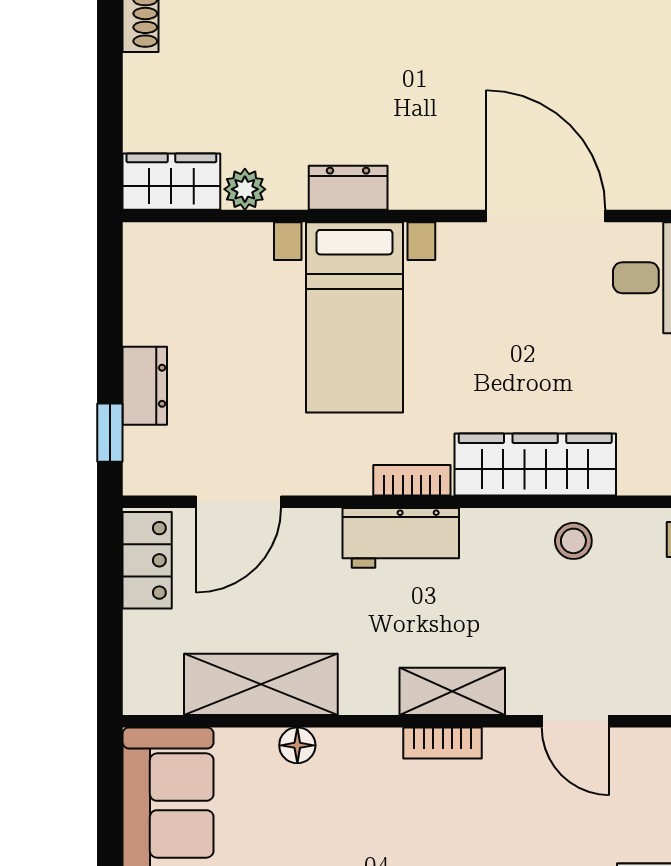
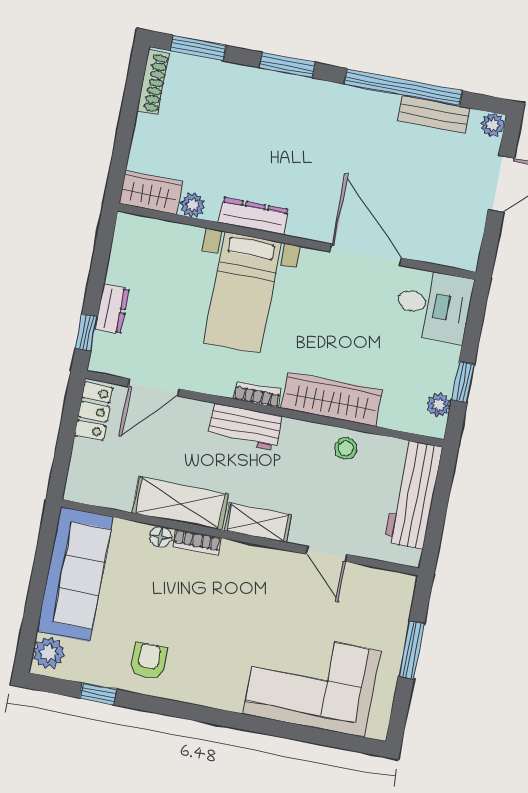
dresser: (348, 188) -> (253, 216), width x1.44
shelving: (261, 684) -> (180, 504), moved
bookcase: (443, 743) -> (197, 542), moved

